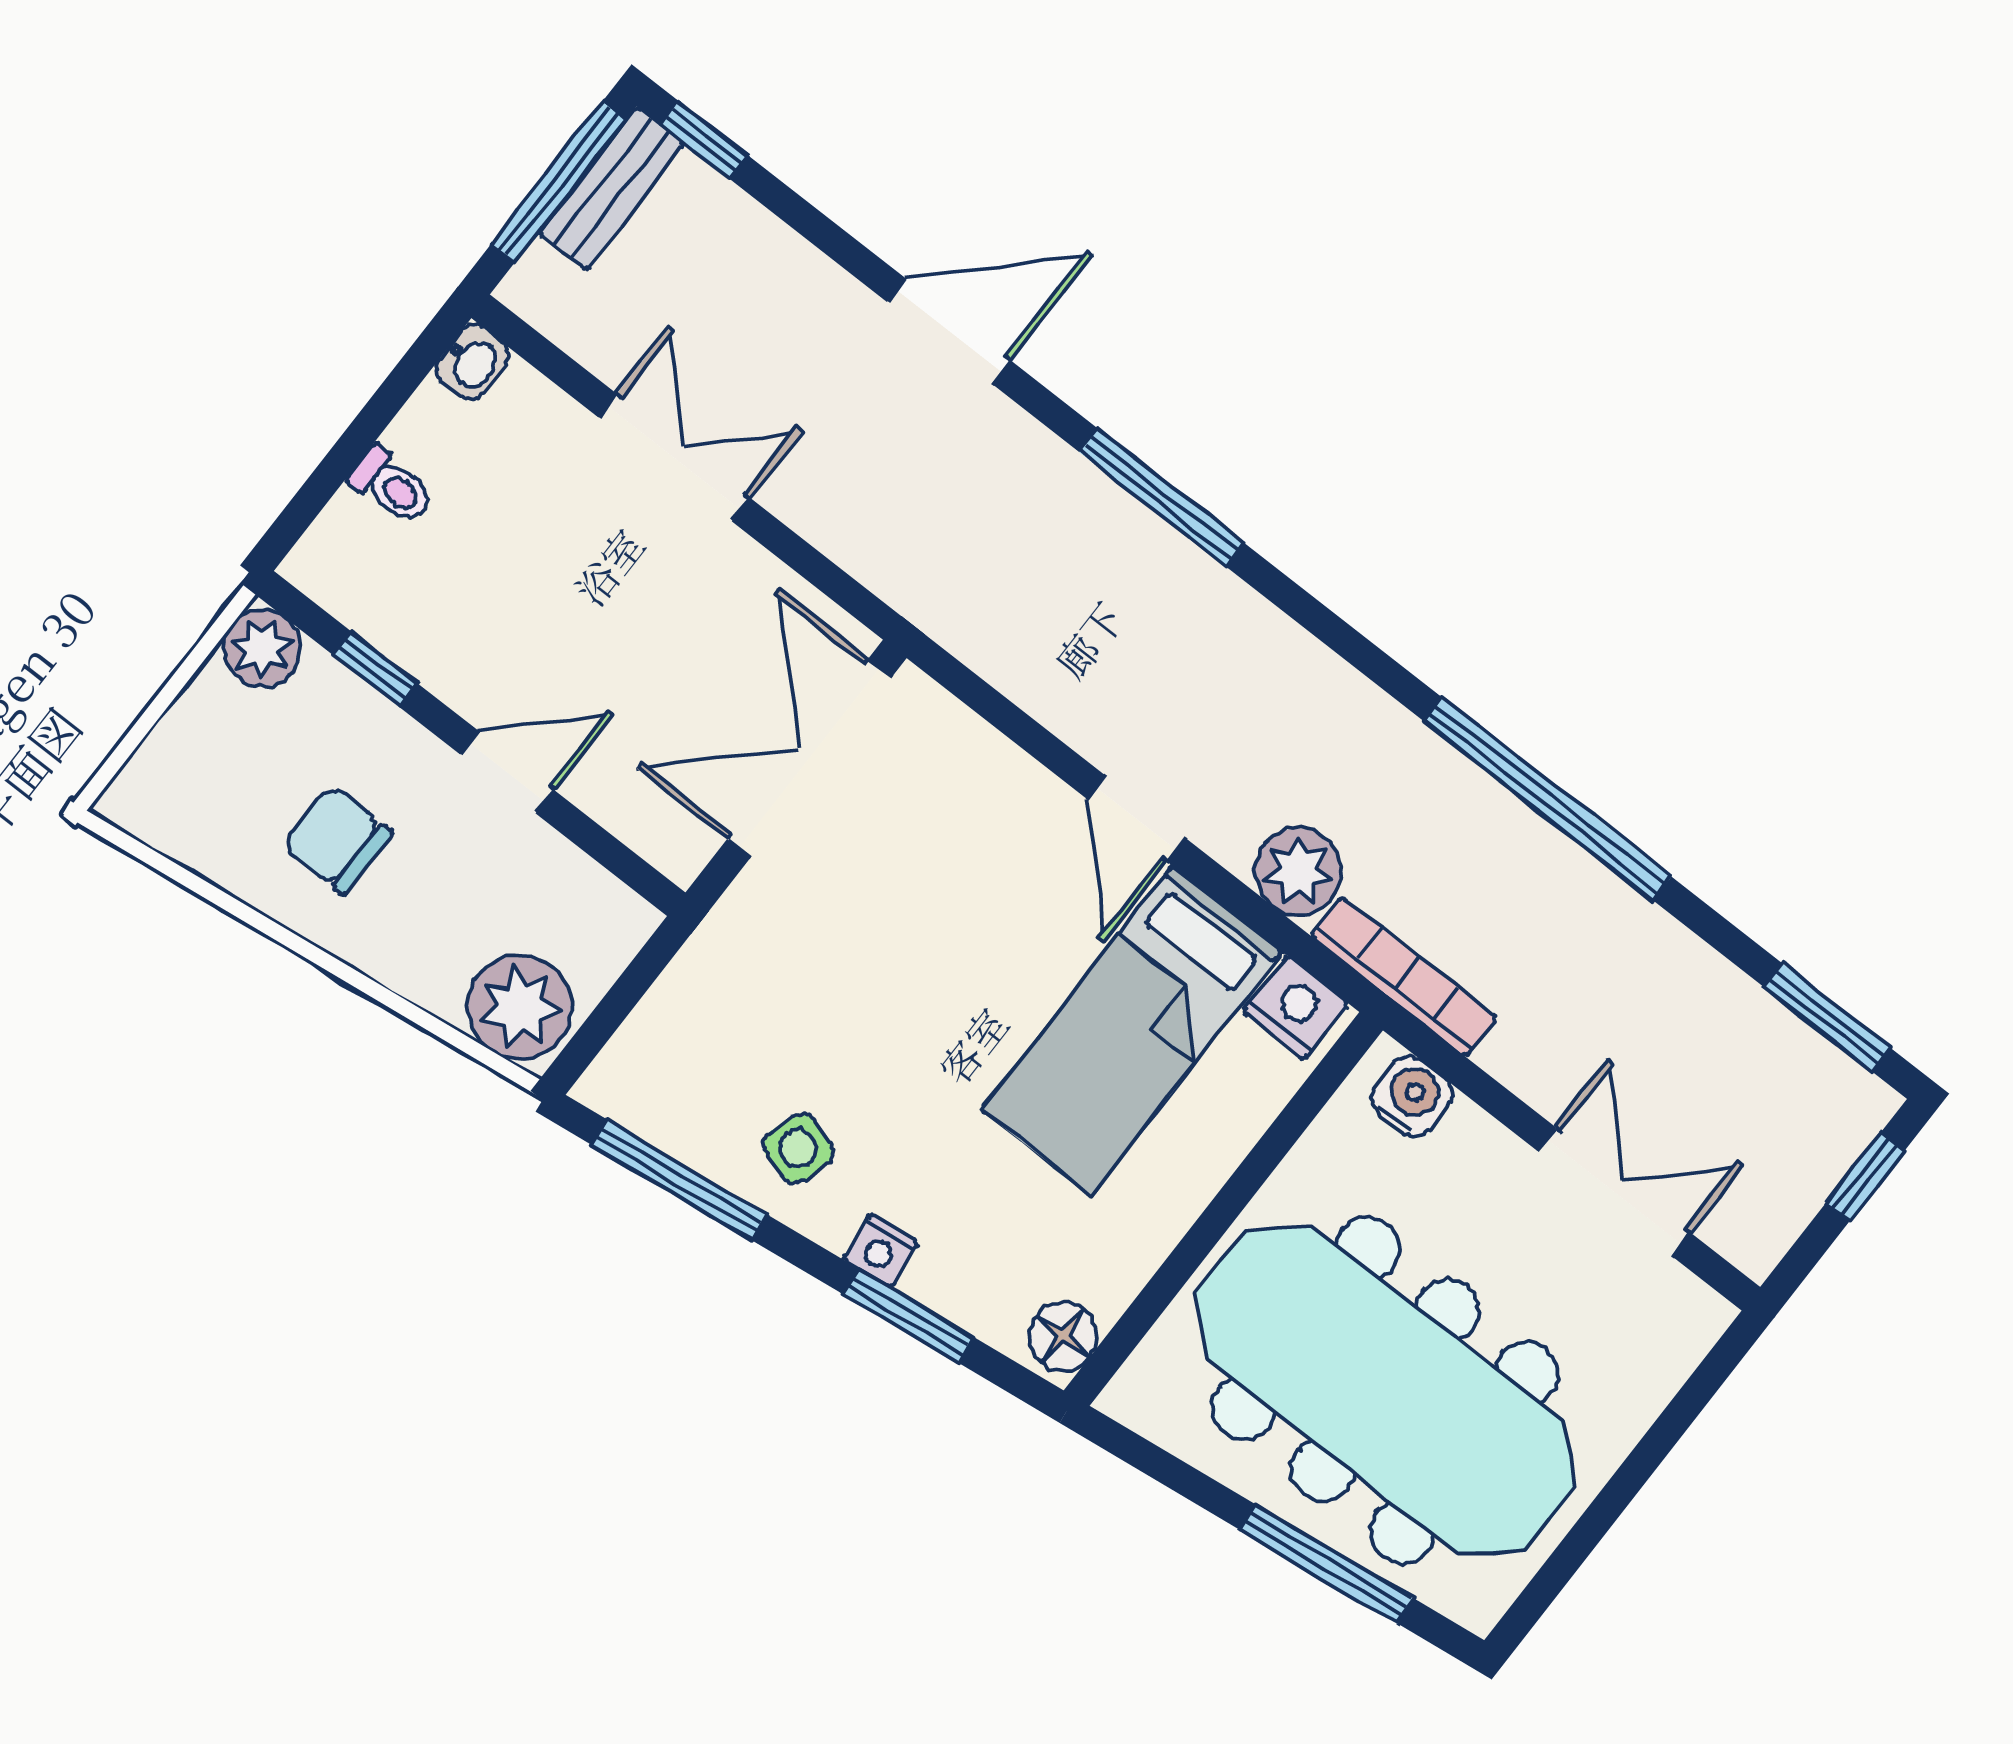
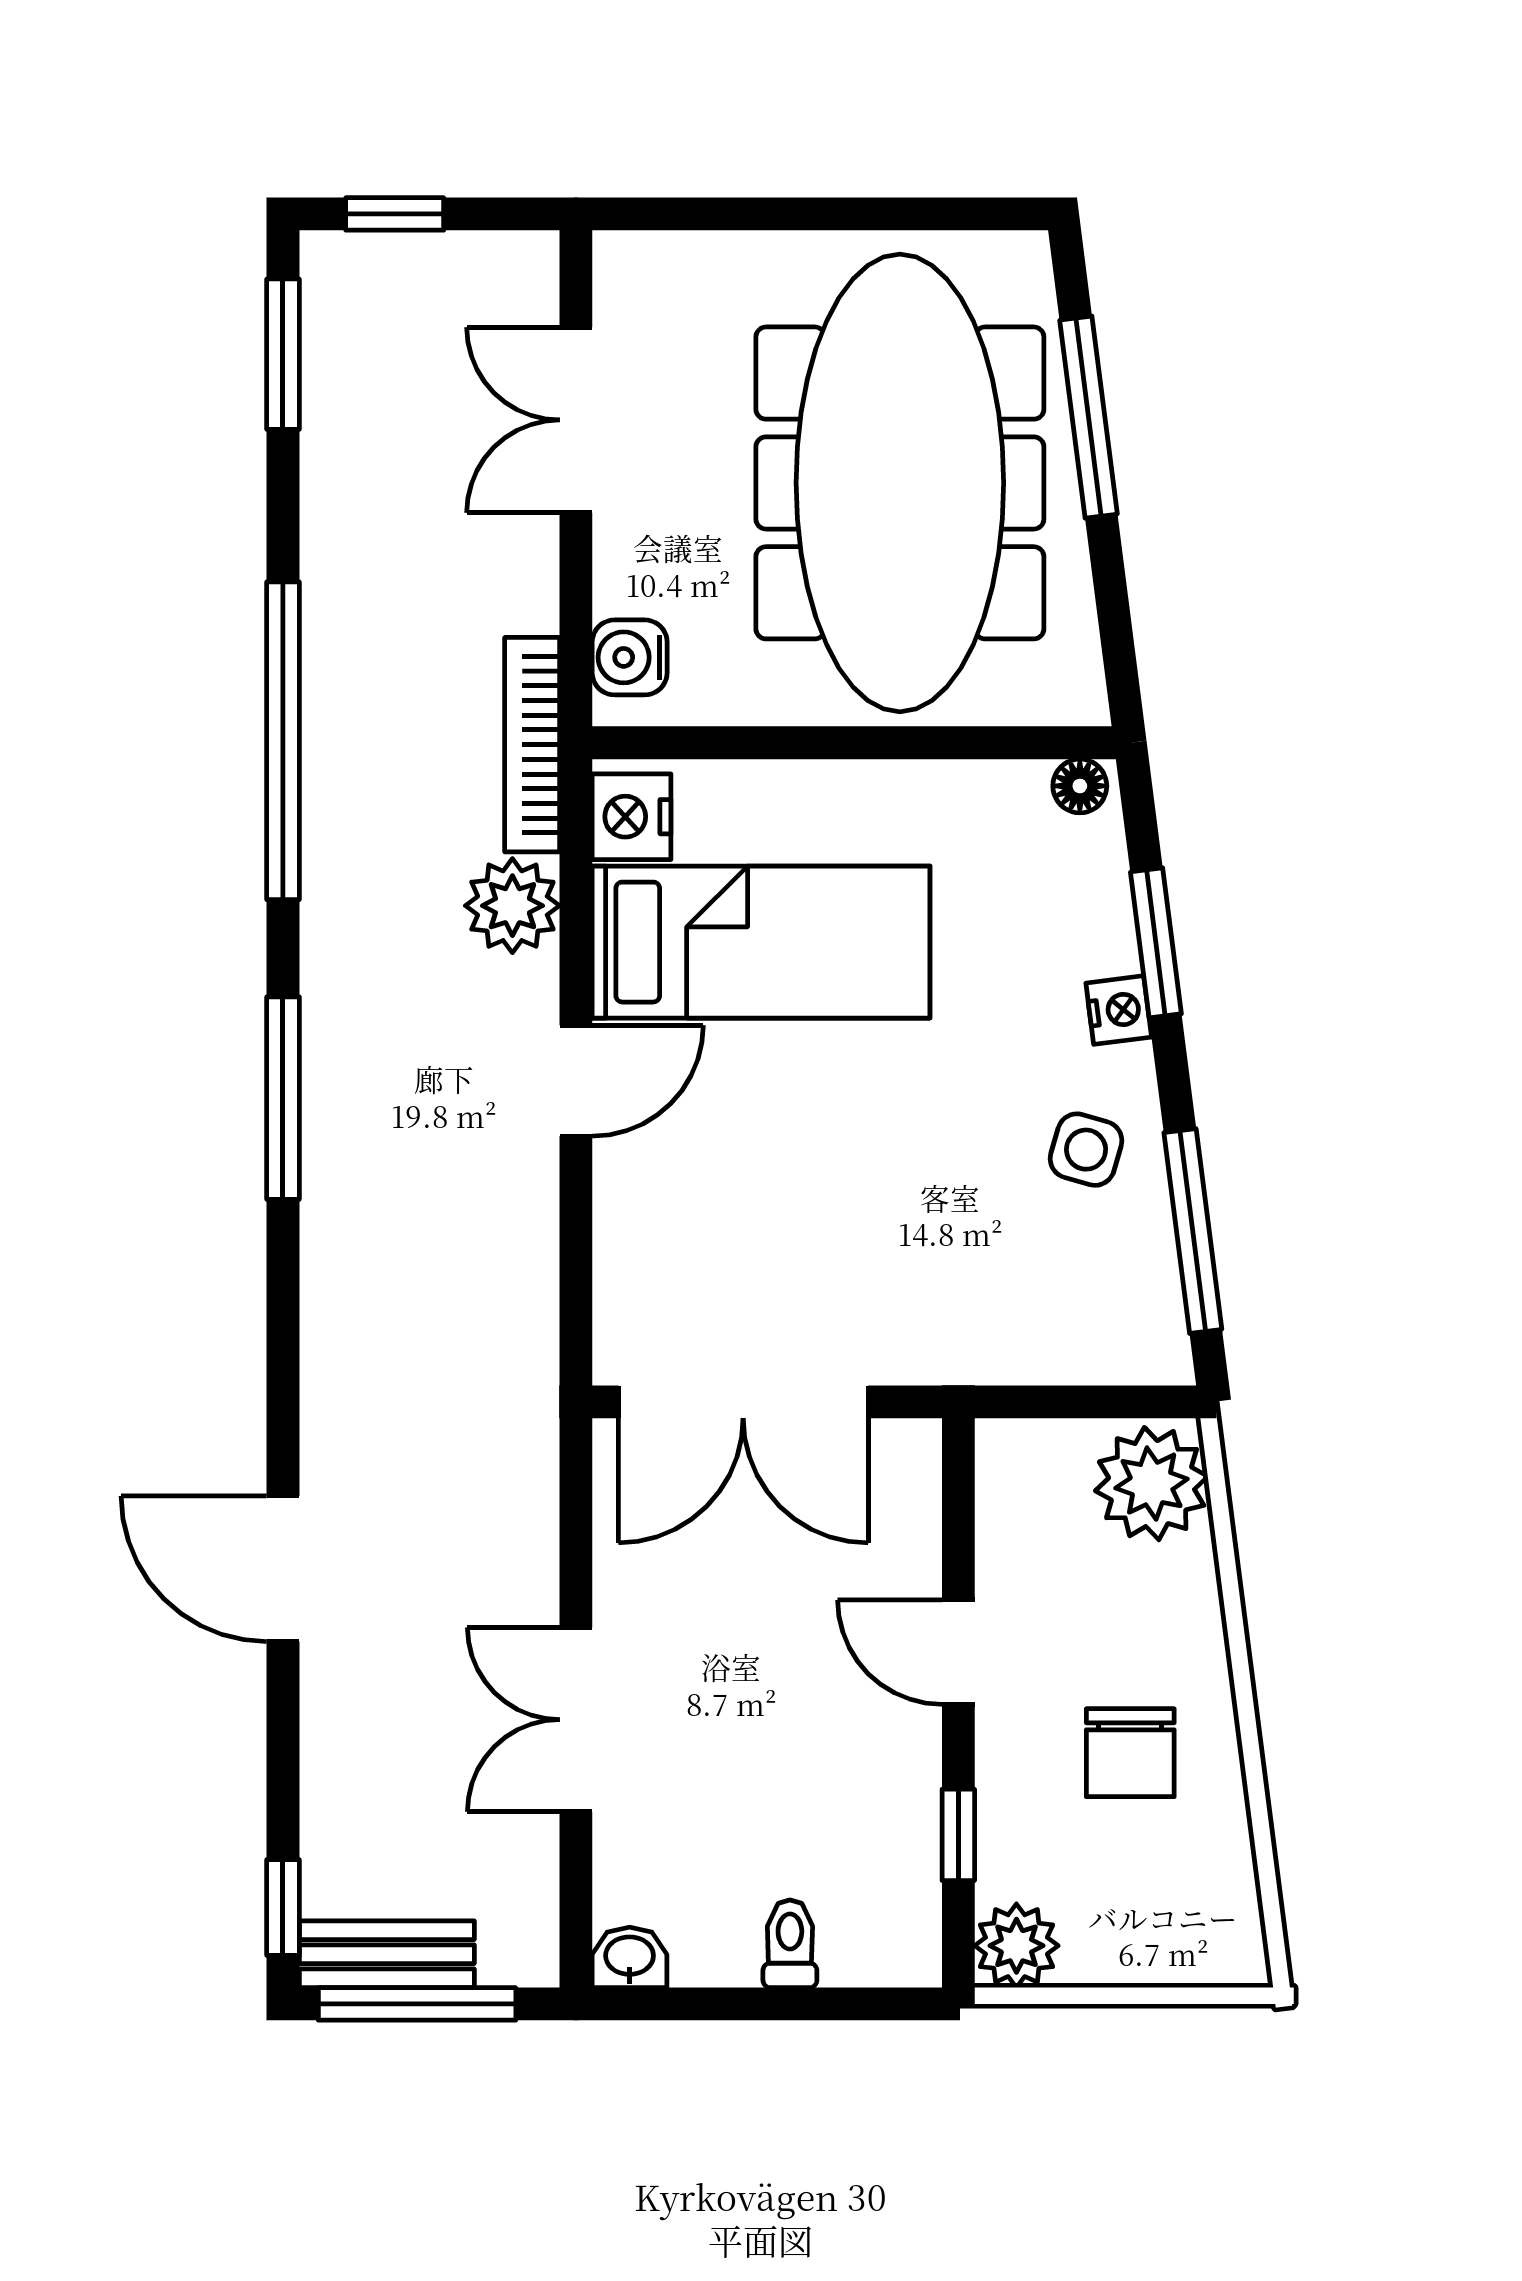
window: (1162, 498) -> (283, 1098), moved
floor lamp: (1063, 1336) -> (1080, 786), width x0.73, depth x0.73

